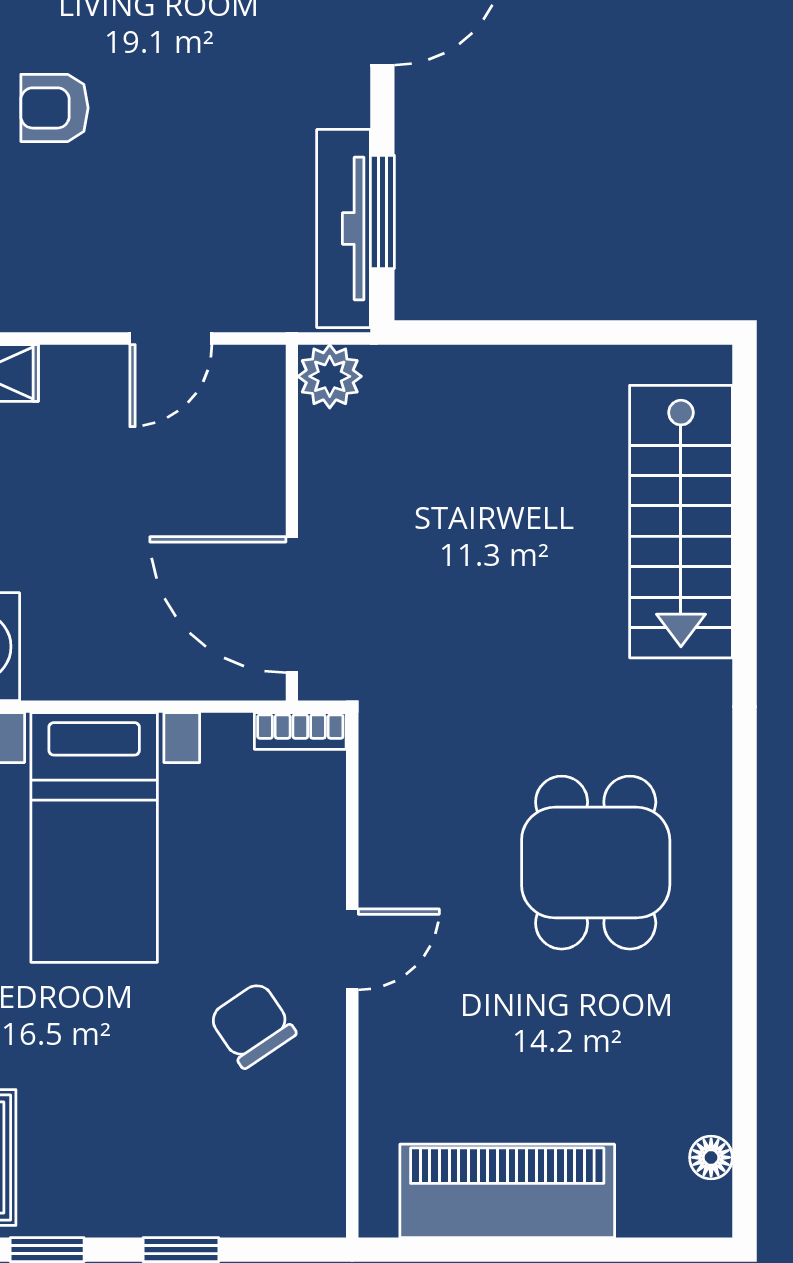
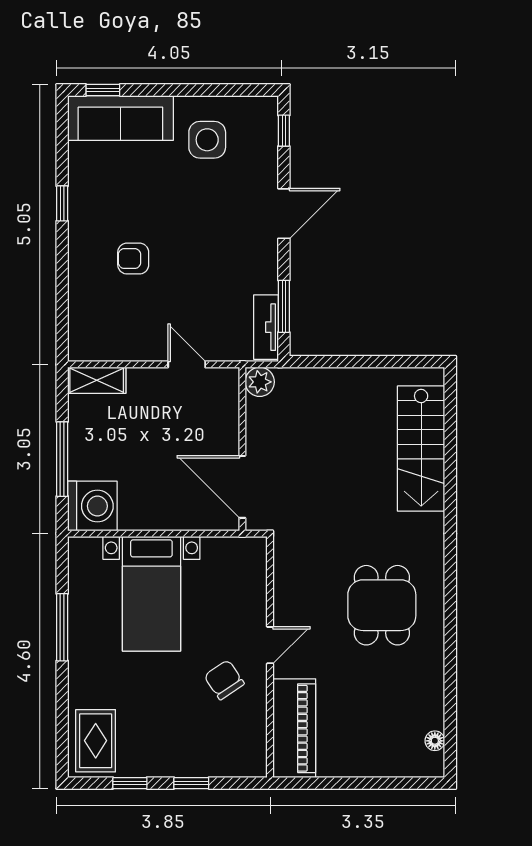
tv unit: (344, 229) -> (266, 327), width x0.71
door: (171, 338) -> (187, 364), swing flipped
bookcase: (300, 731) -> (246, 545), removed
piano: (507, 1191) -> (294, 728), moved, turned 90

